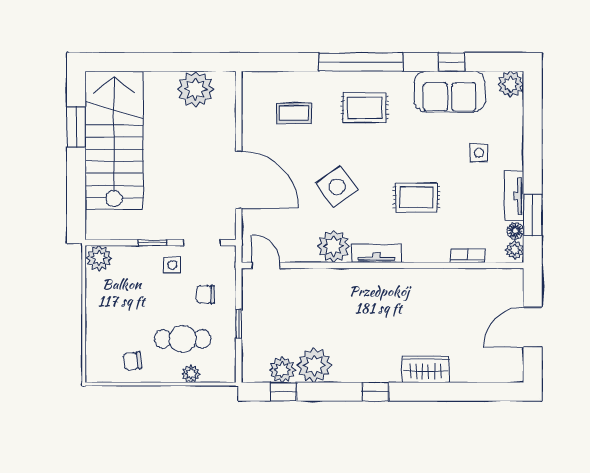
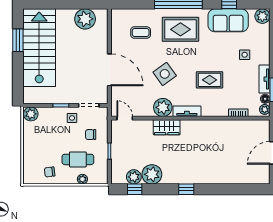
rug: (365, 108) -> (180, 29), width x1.36, depth x1.43
wardrobe: (426, 369) -> (167, 127), moved, turned 180

